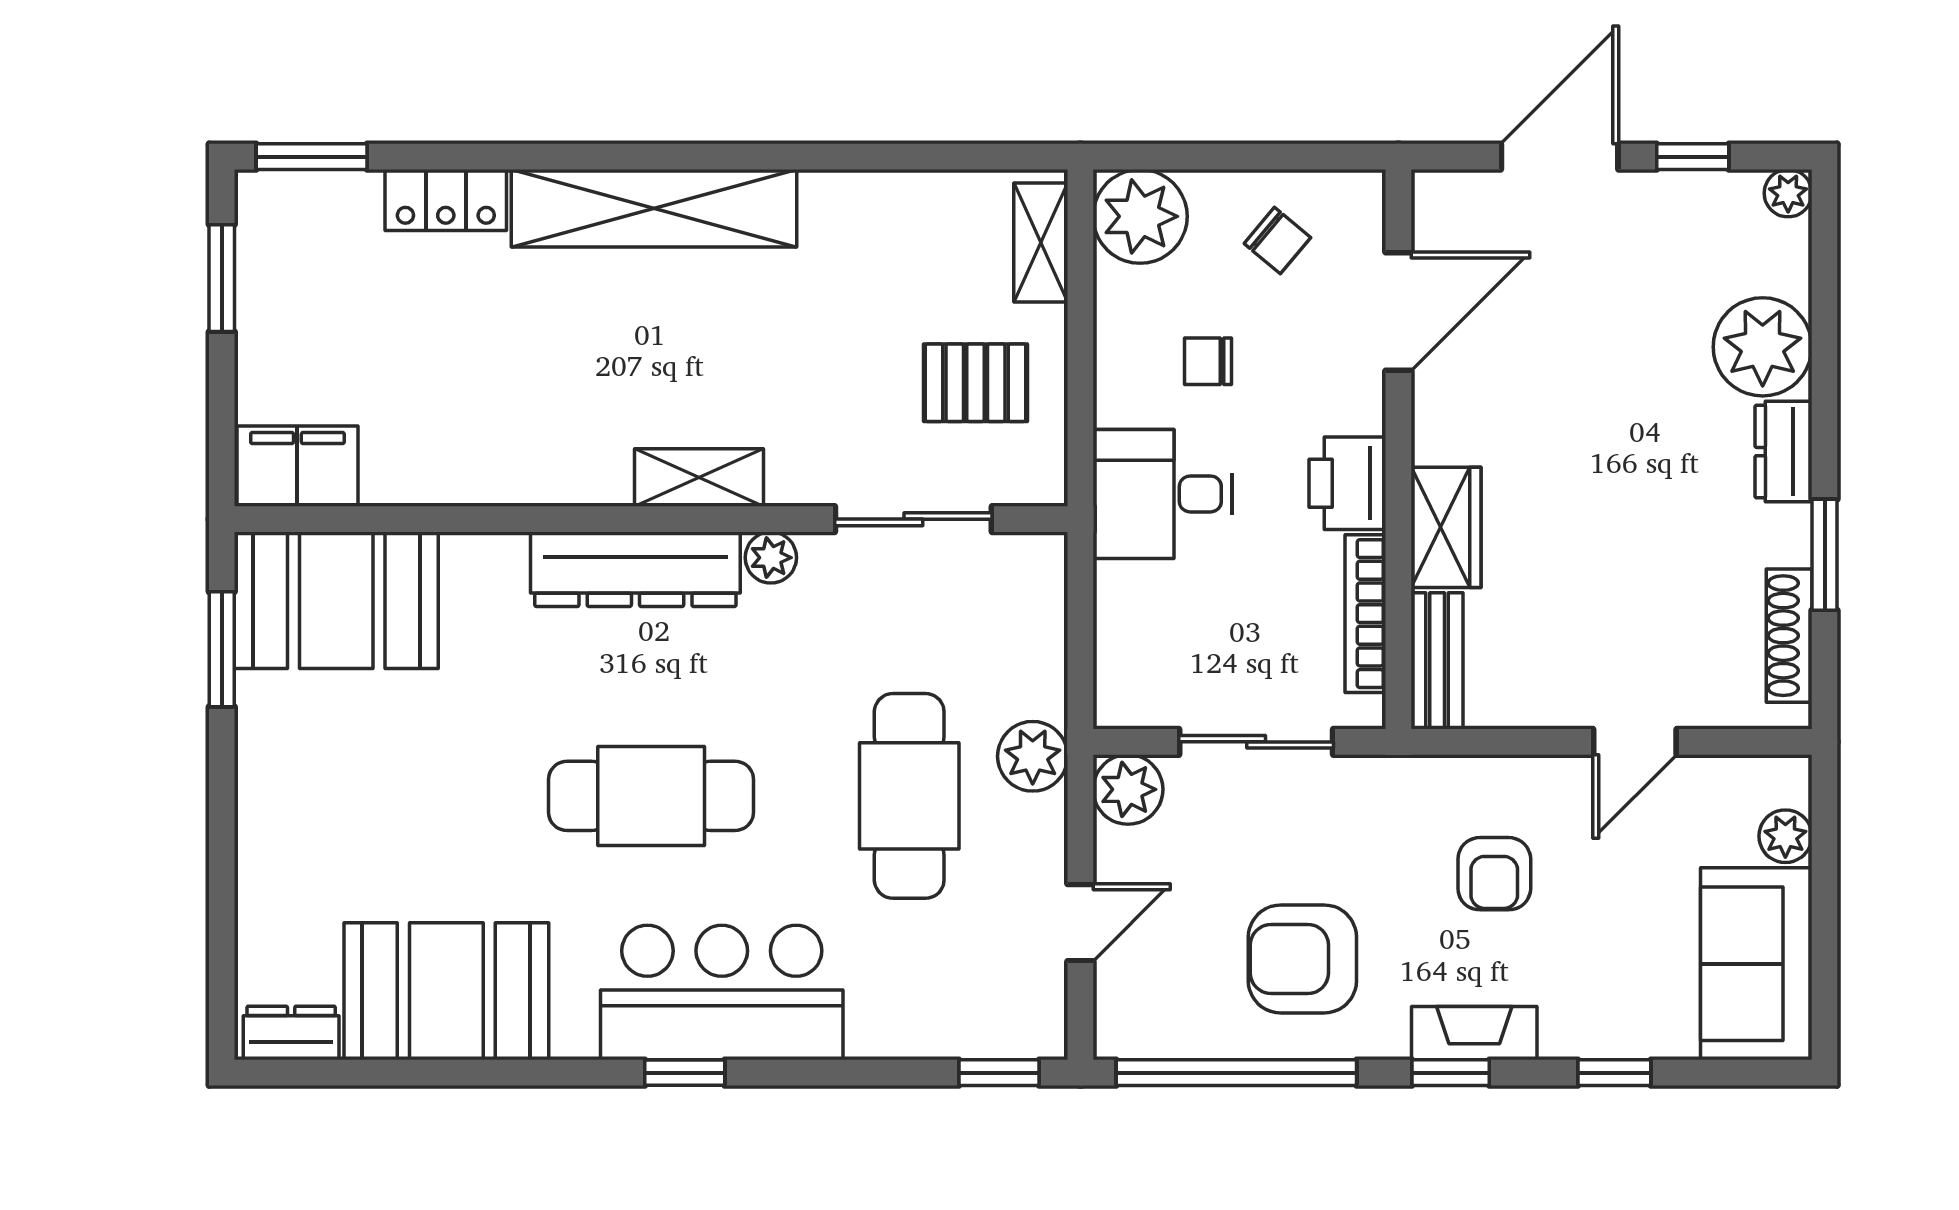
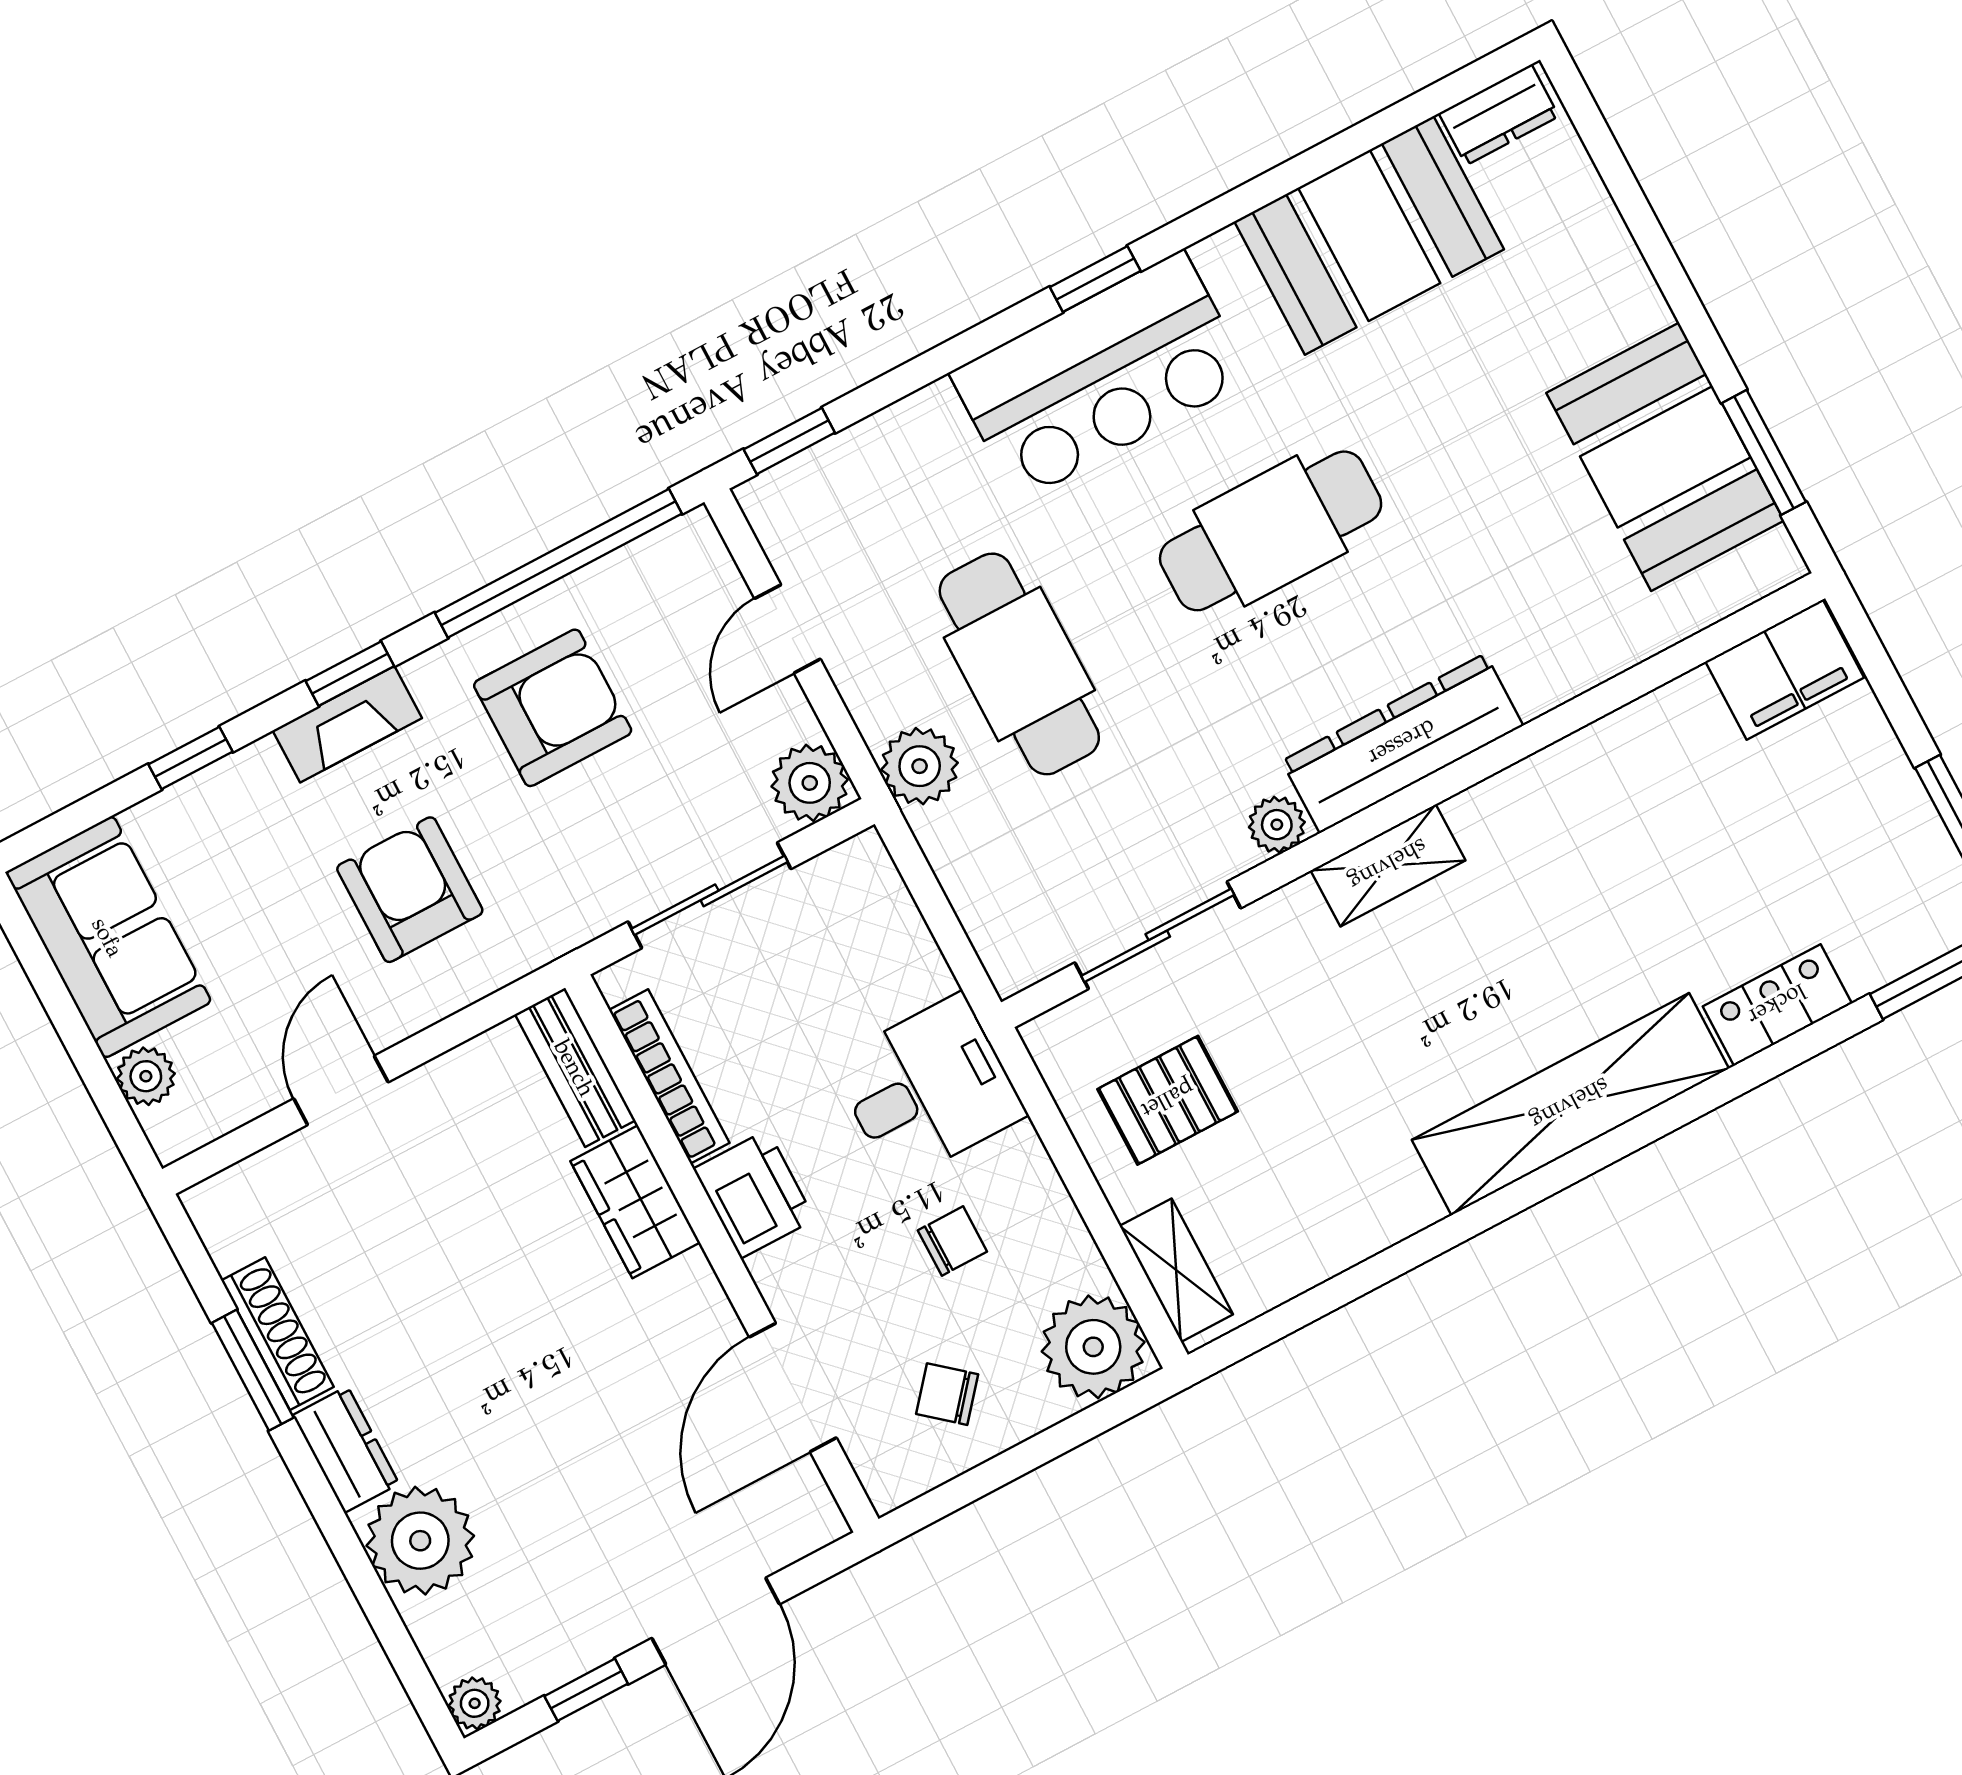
booth: (336, 600) -> (1665, 457), moved, turned 90
shoe rack: (1789, 636) -> (277, 1334), moved
armchair: (1494, 874) -> (410, 890), width x1.38, depth x1.38

